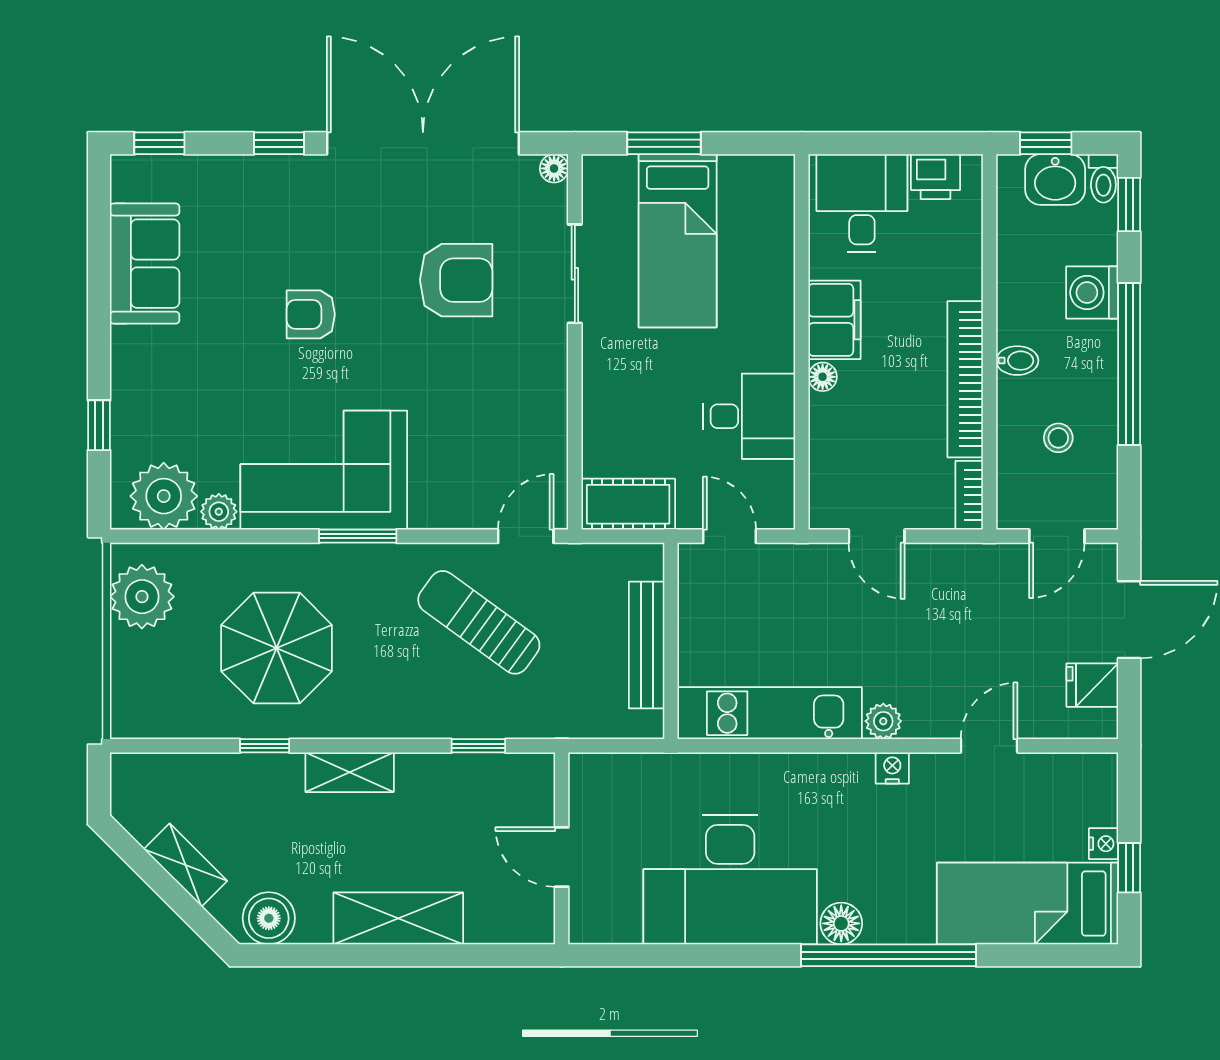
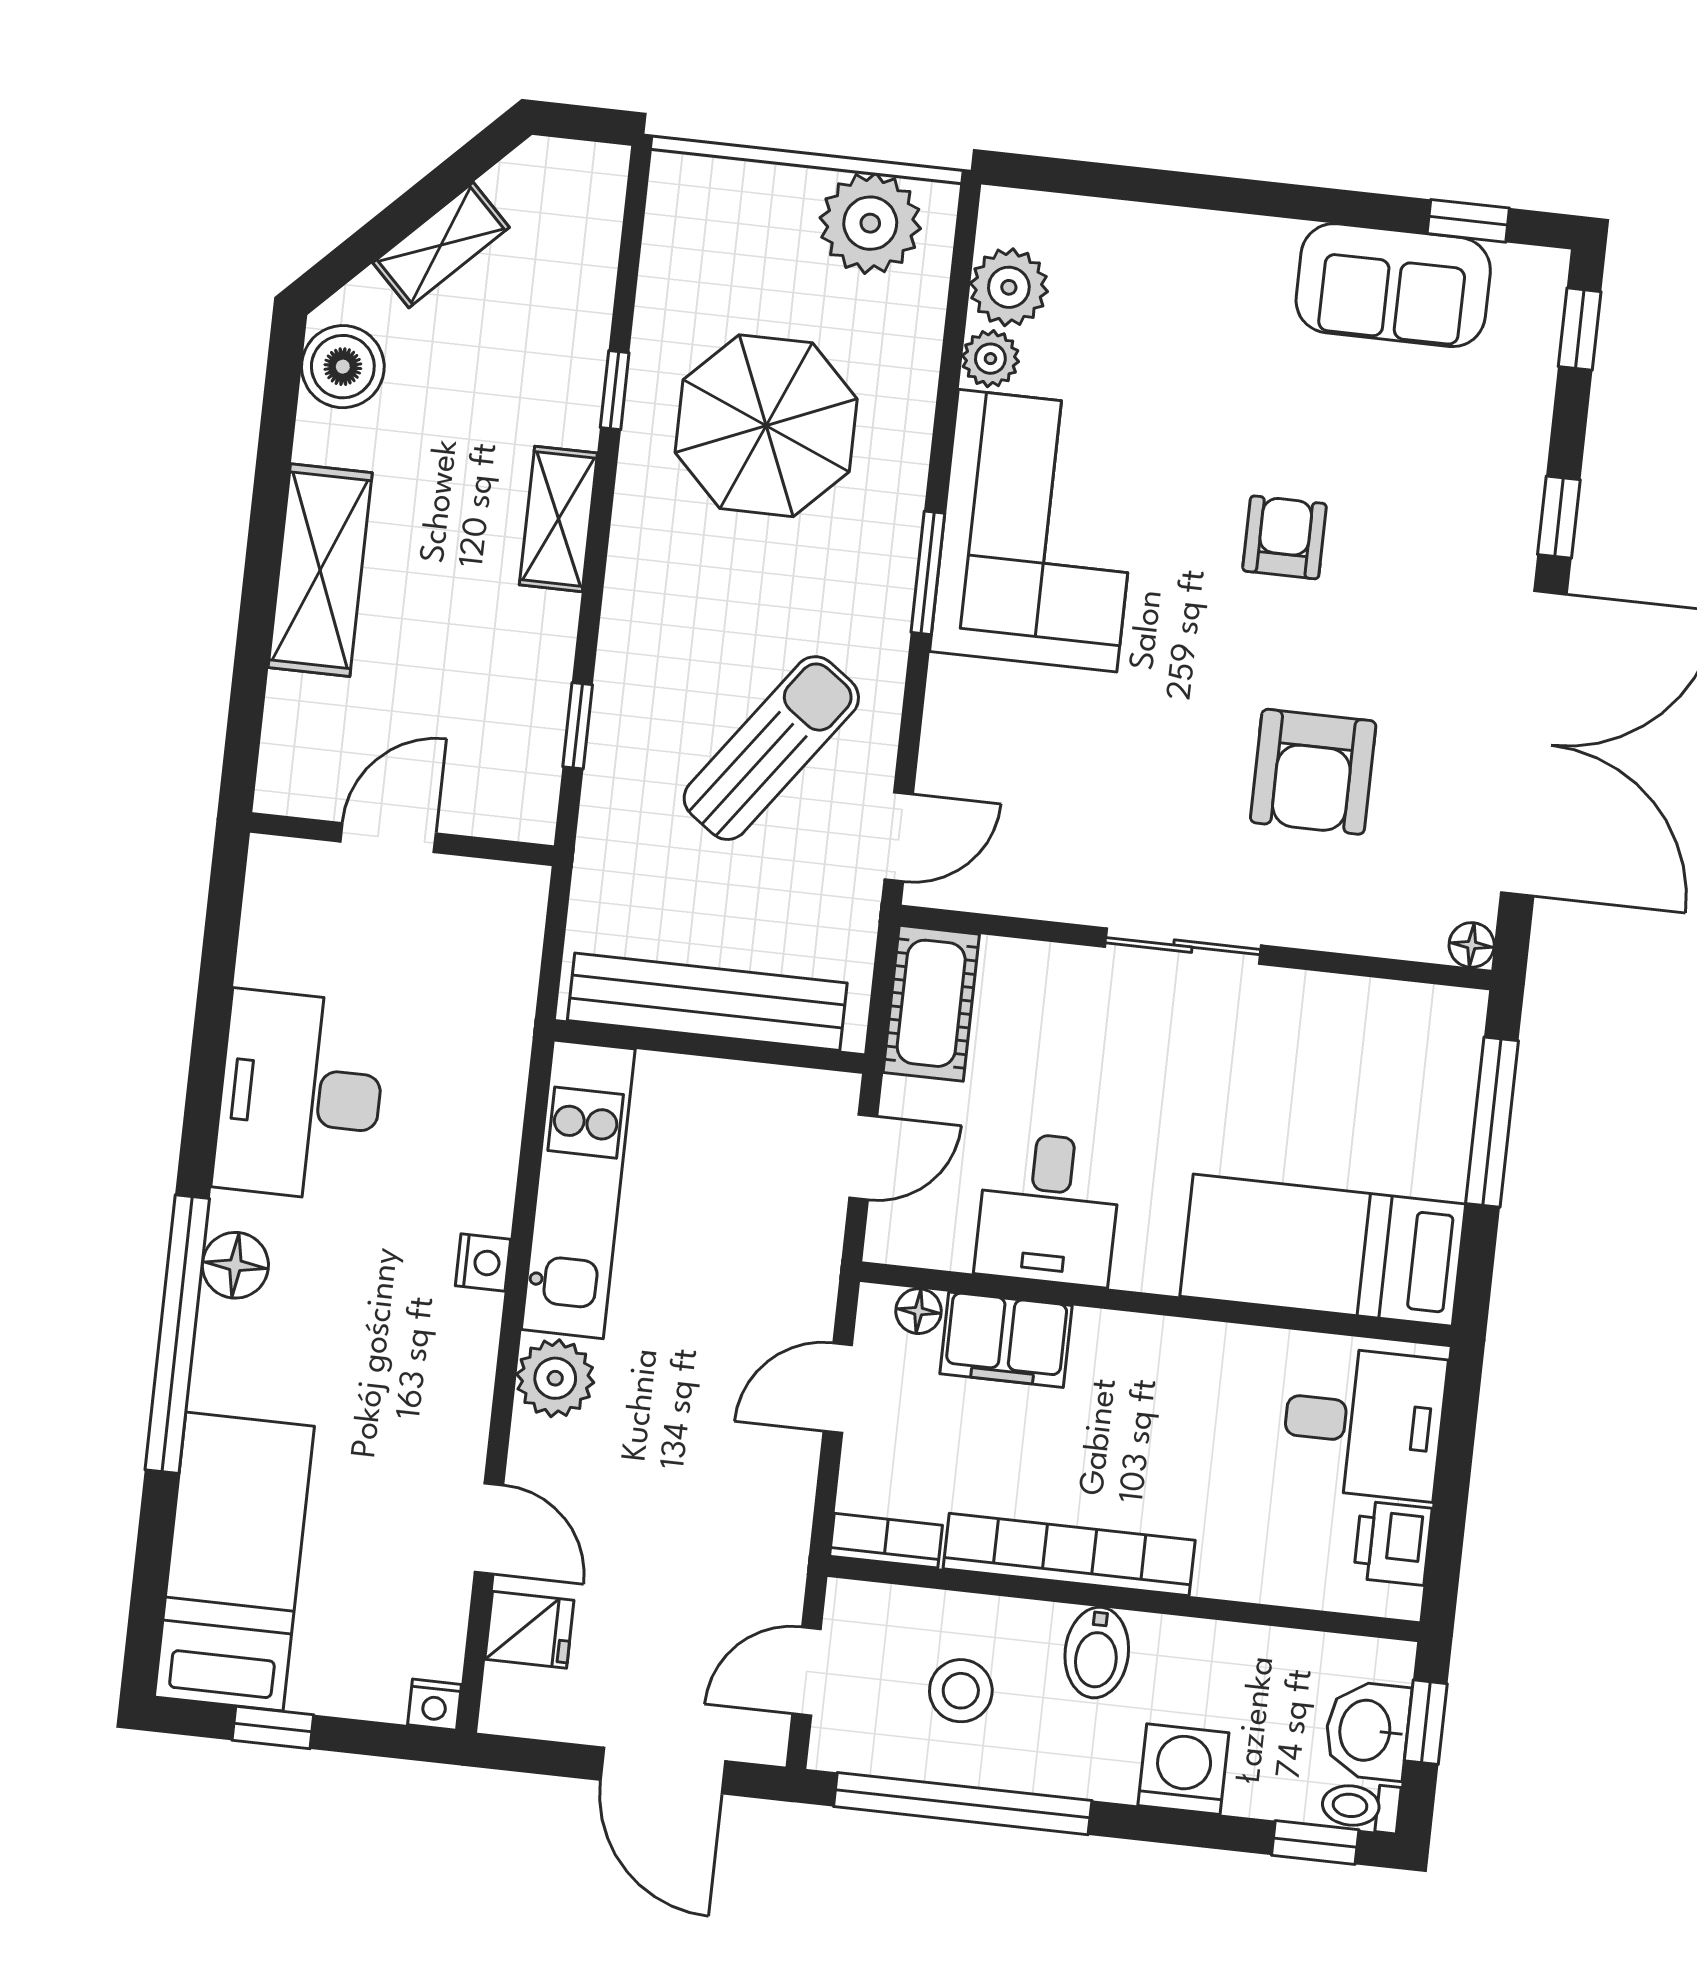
window: (664, 143) -> (1492, 1122), width x1.44
bed: (678, 241) -> (1323, 1250), moved
sliding door: (575, 274) -> (1183, 946), moved
filing cabinet: (834, 320) -> (1006, 1340), moved
bidet: (1017, 361) -> (1097, 1652), width x1.38, depth x1.36
window: (1129, 364) -> (963, 1804), moved
floor lamp: (823, 377) -> (919, 1311), moved
window: (99, 425) -> (1468, 221), moved
stool: (1058, 438) -> (961, 1691), width x1.37, depth x1.37
plant: (164, 496) -> (1009, 287), width x0.73, depth x0.73
door: (526, 536) -> (899, 837), hinge flipped
door: (1057, 536) -> (807, 1671), hinge flipped
bench: (647, 645) -> (707, 1002), width x1.37, depth x1.21
fridge: (1092, 685) -> (529, 1630), moved, turned 90
plant: (883, 721) -> (555, 1378), width x1.38, depth x1.38
nightstand: (892, 768) -> (483, 1263), moved
nightstand: (1104, 844) -> (434, 1705), moved
desk: (730, 879) -> (300, 1096), width x0.73, depth x0.77

